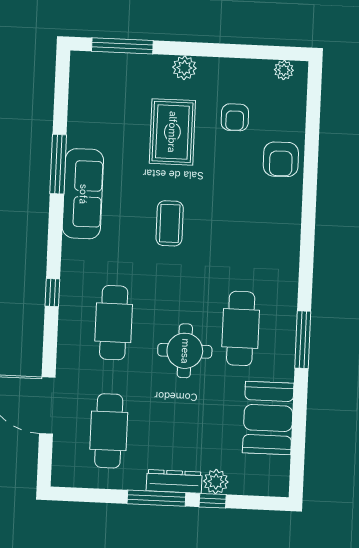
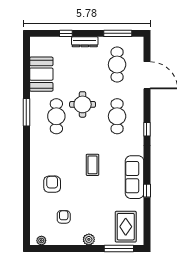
rug: (172, 132) -> (126, 227), moved
armchair: (281, 159) -> (52, 184), moved
window: (58, 164) -> (147, 191), width x0.46
plant: (216, 482) -> (65, 43), removed
window: (156, 498) -> (118, 33), moved

